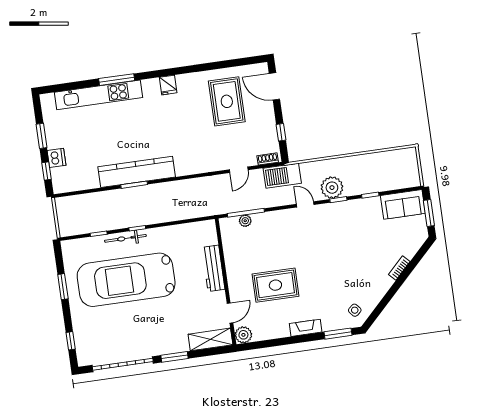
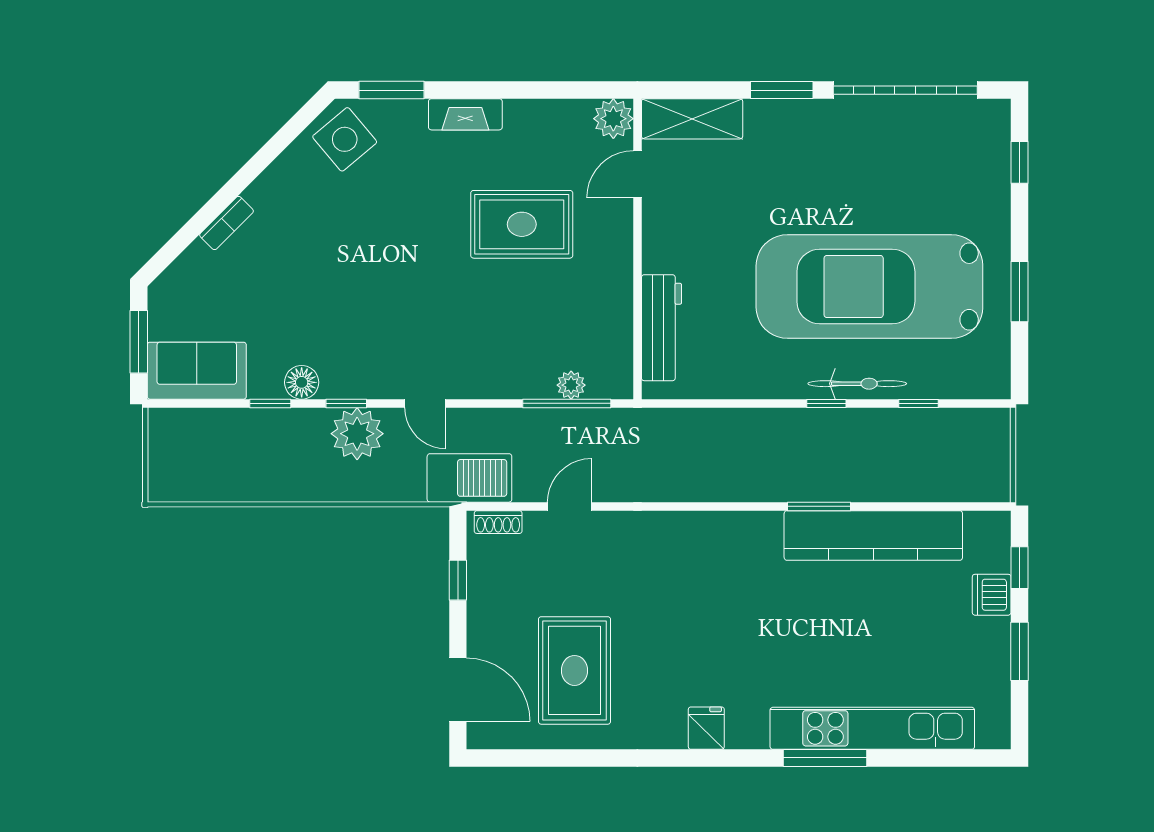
kitchen counter: (137, 172) -> (873, 535), moved
floor lamp: (358, 206) -> (302, 382), added
workbench: (213, 268) -> (662, 328), moved
car: (126, 280) -> (869, 286), turned 180
side table: (355, 310) -> (345, 139), width x1.87, depth x1.87

